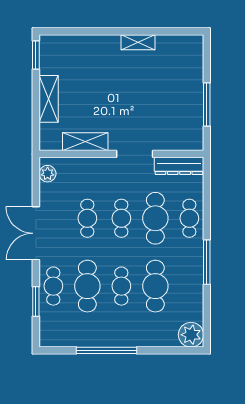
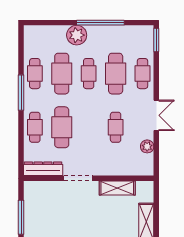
plant: (48, 174) -> (147, 146), moved
cafe table: (121, 218) -> (35, 74), moved
double door: (36, 233) -> (156, 115), width x0.73
window: (36, 302) -> (156, 40), moved
plant: (191, 335) -> (77, 35), moved

